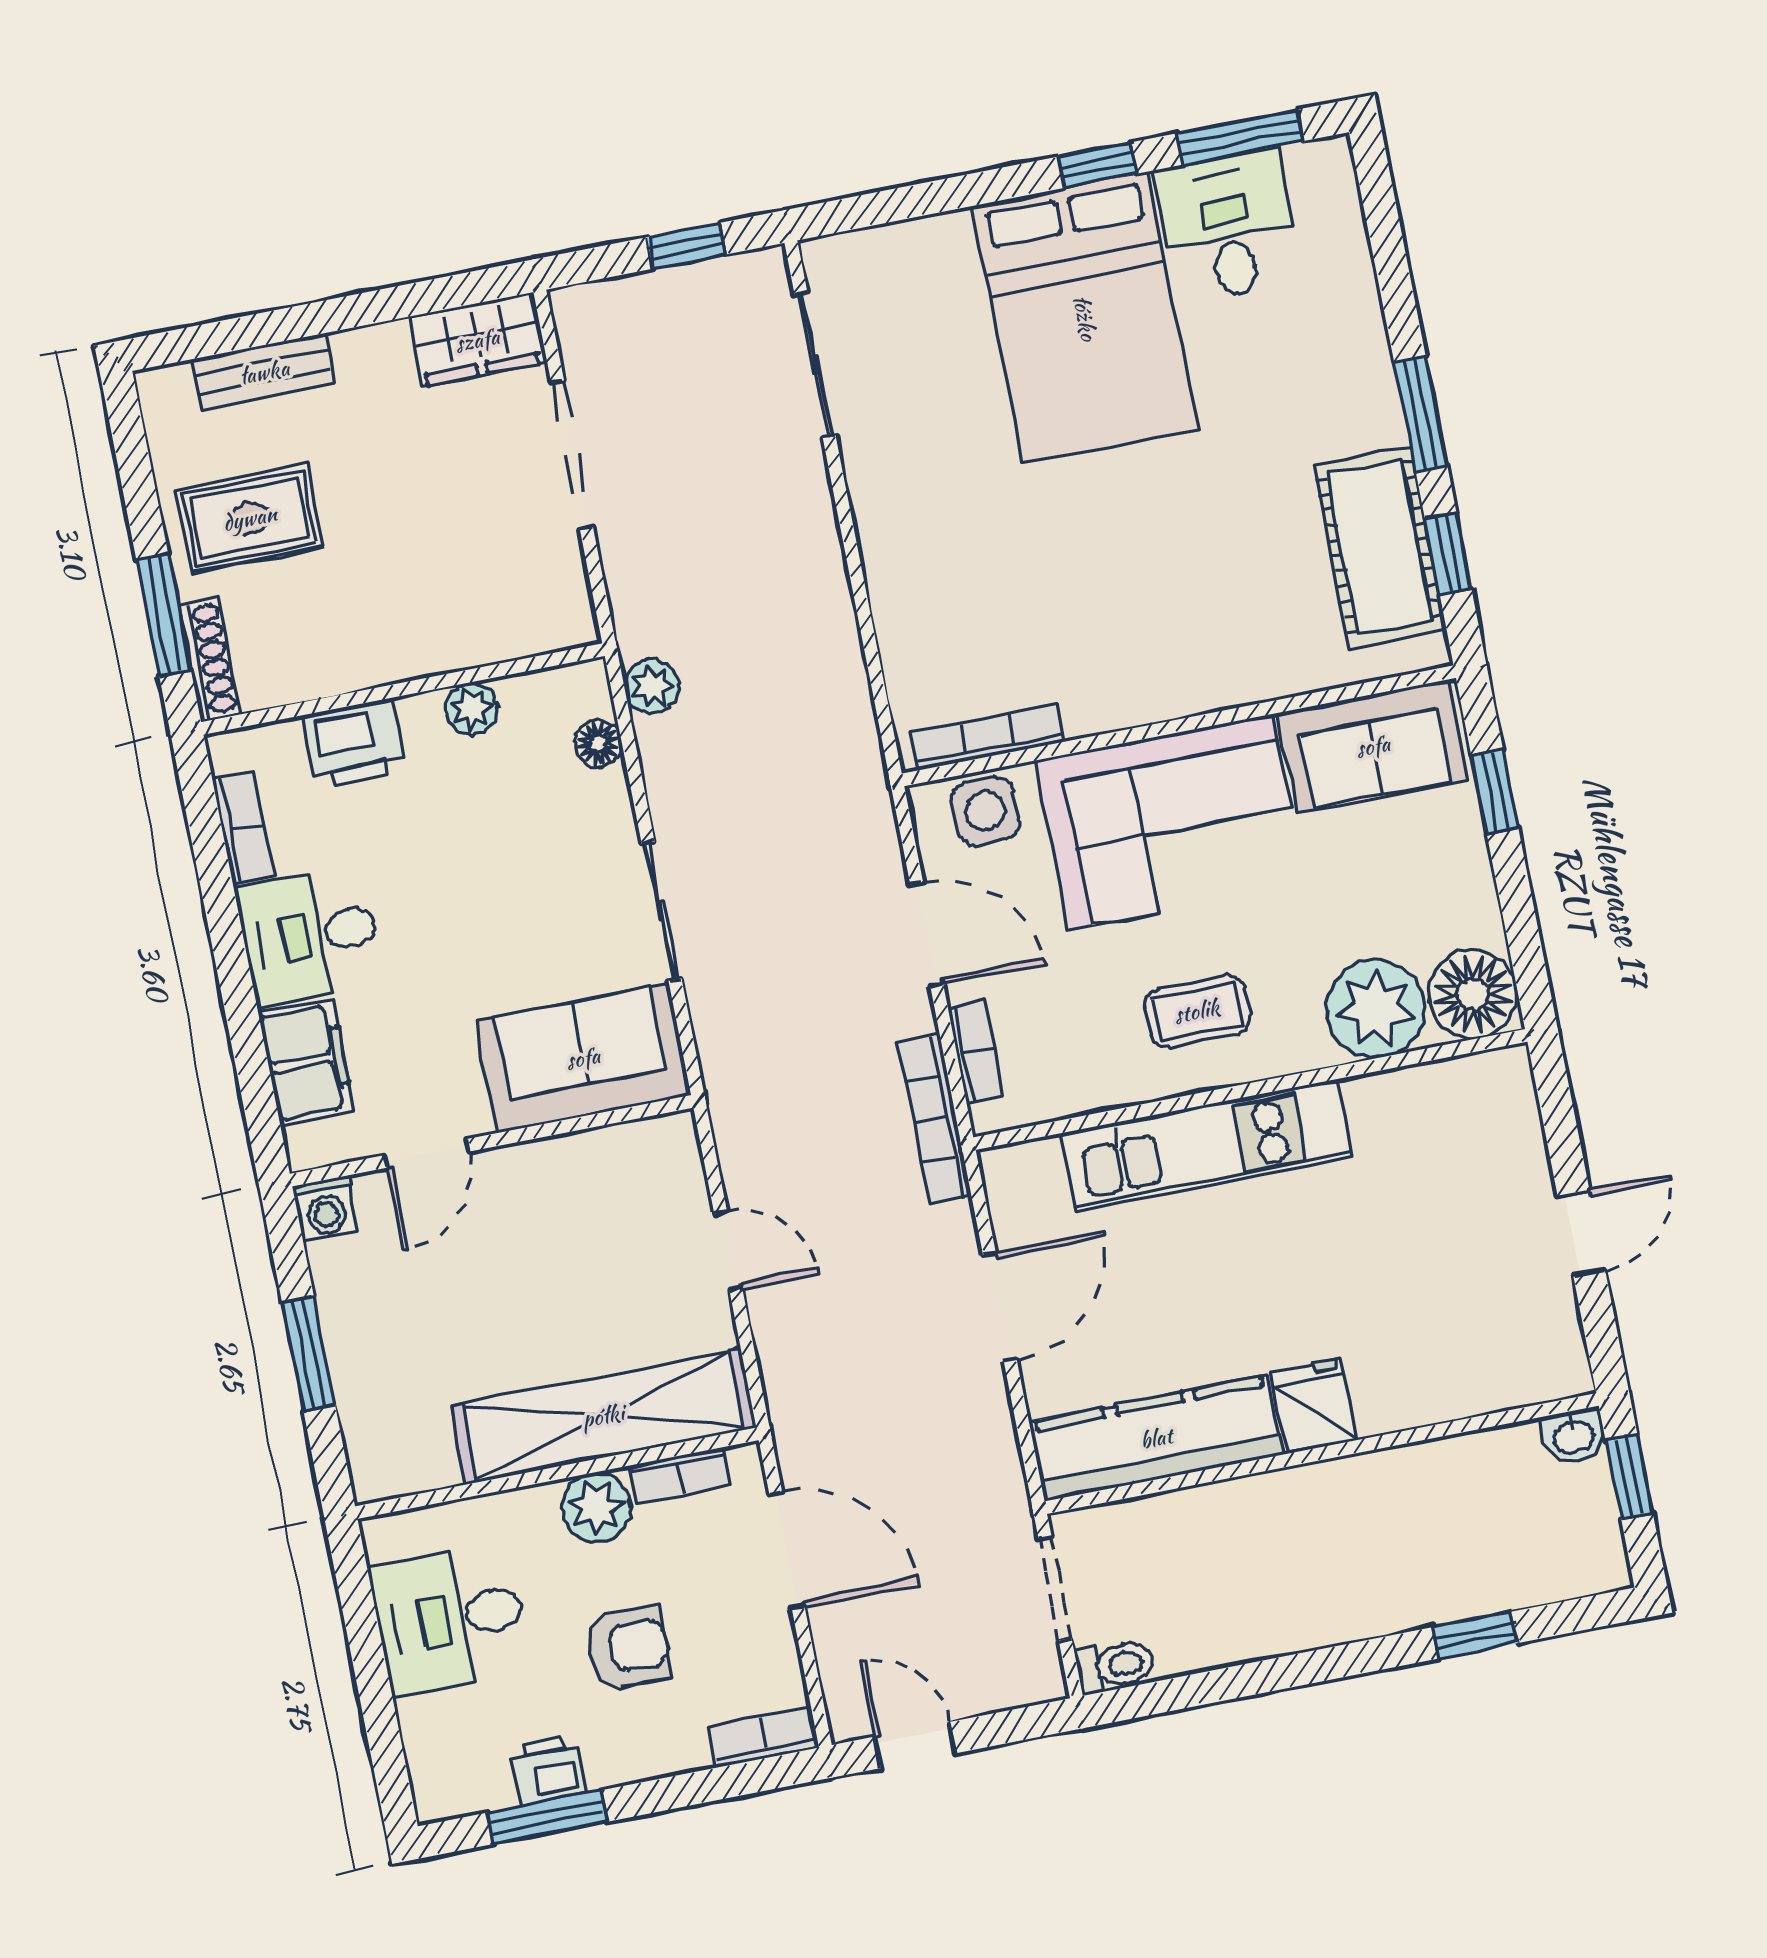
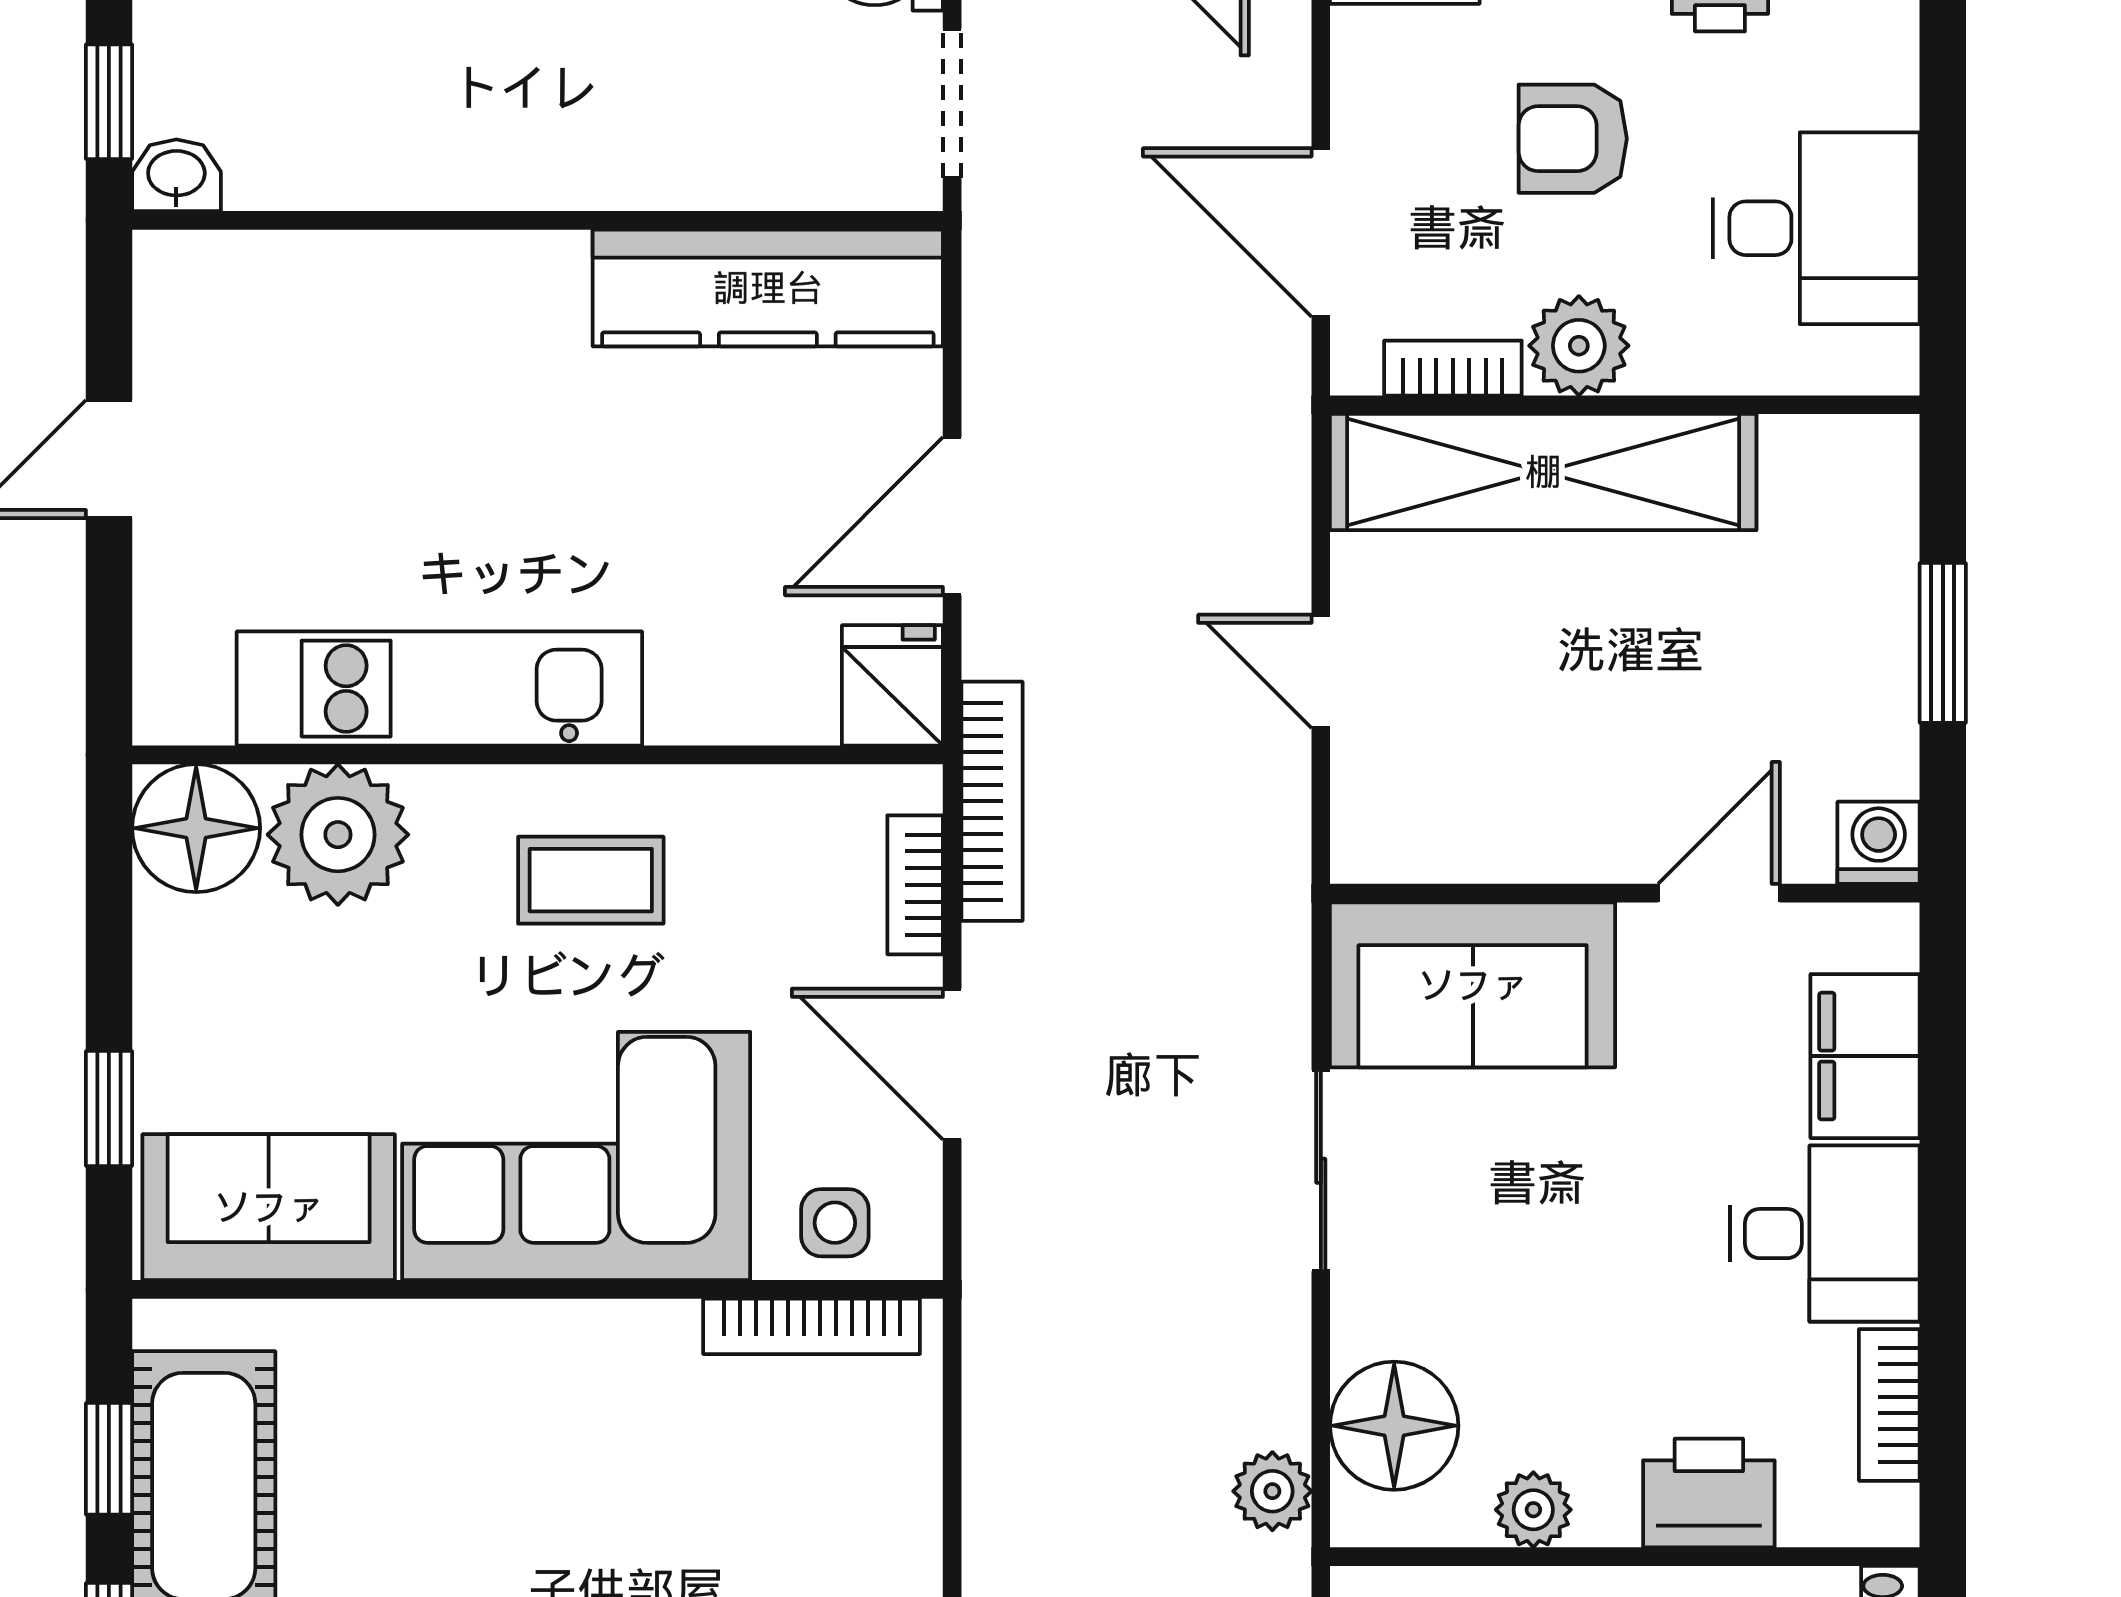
floor lamp: (598, 743) -> (1394, 1426), width x1.89, depth x1.89
side table: (985, 811) -> (835, 1223), width x0.73, depth x0.73
kitchen unit: (1207, 1145) -> (439, 689), moved
fridge: (1314, 1406) -> (892, 685), moved, turned 180

